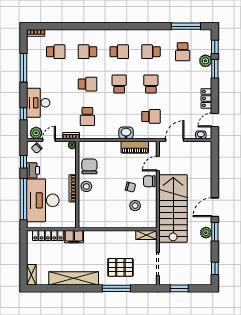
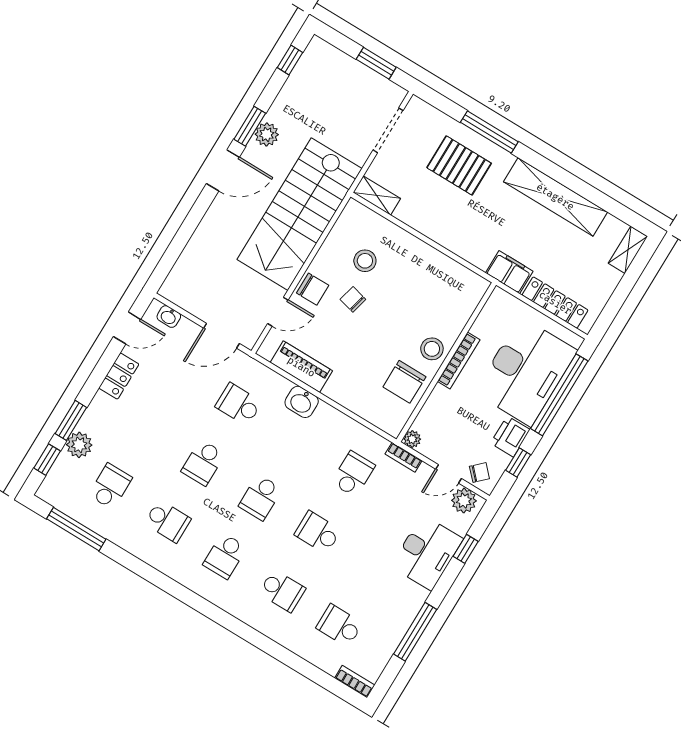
school desk: (119, 52) -> (225, 556), turned -90

